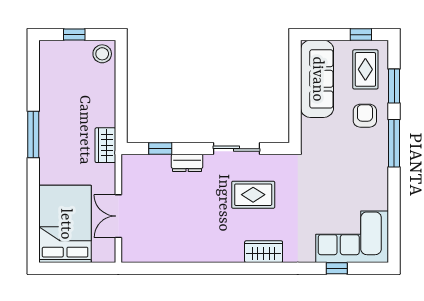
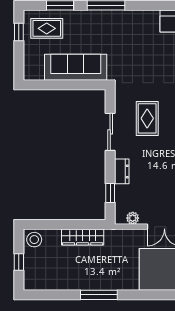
sofa: (317, 79) -> (76, 67), moved
armchair: (365, 116) -> (84, 29), removed
wardrobe: (105, 145) -> (83, 237), moved, width x1.50
plant: (129, 177) -> (133, 218), added

